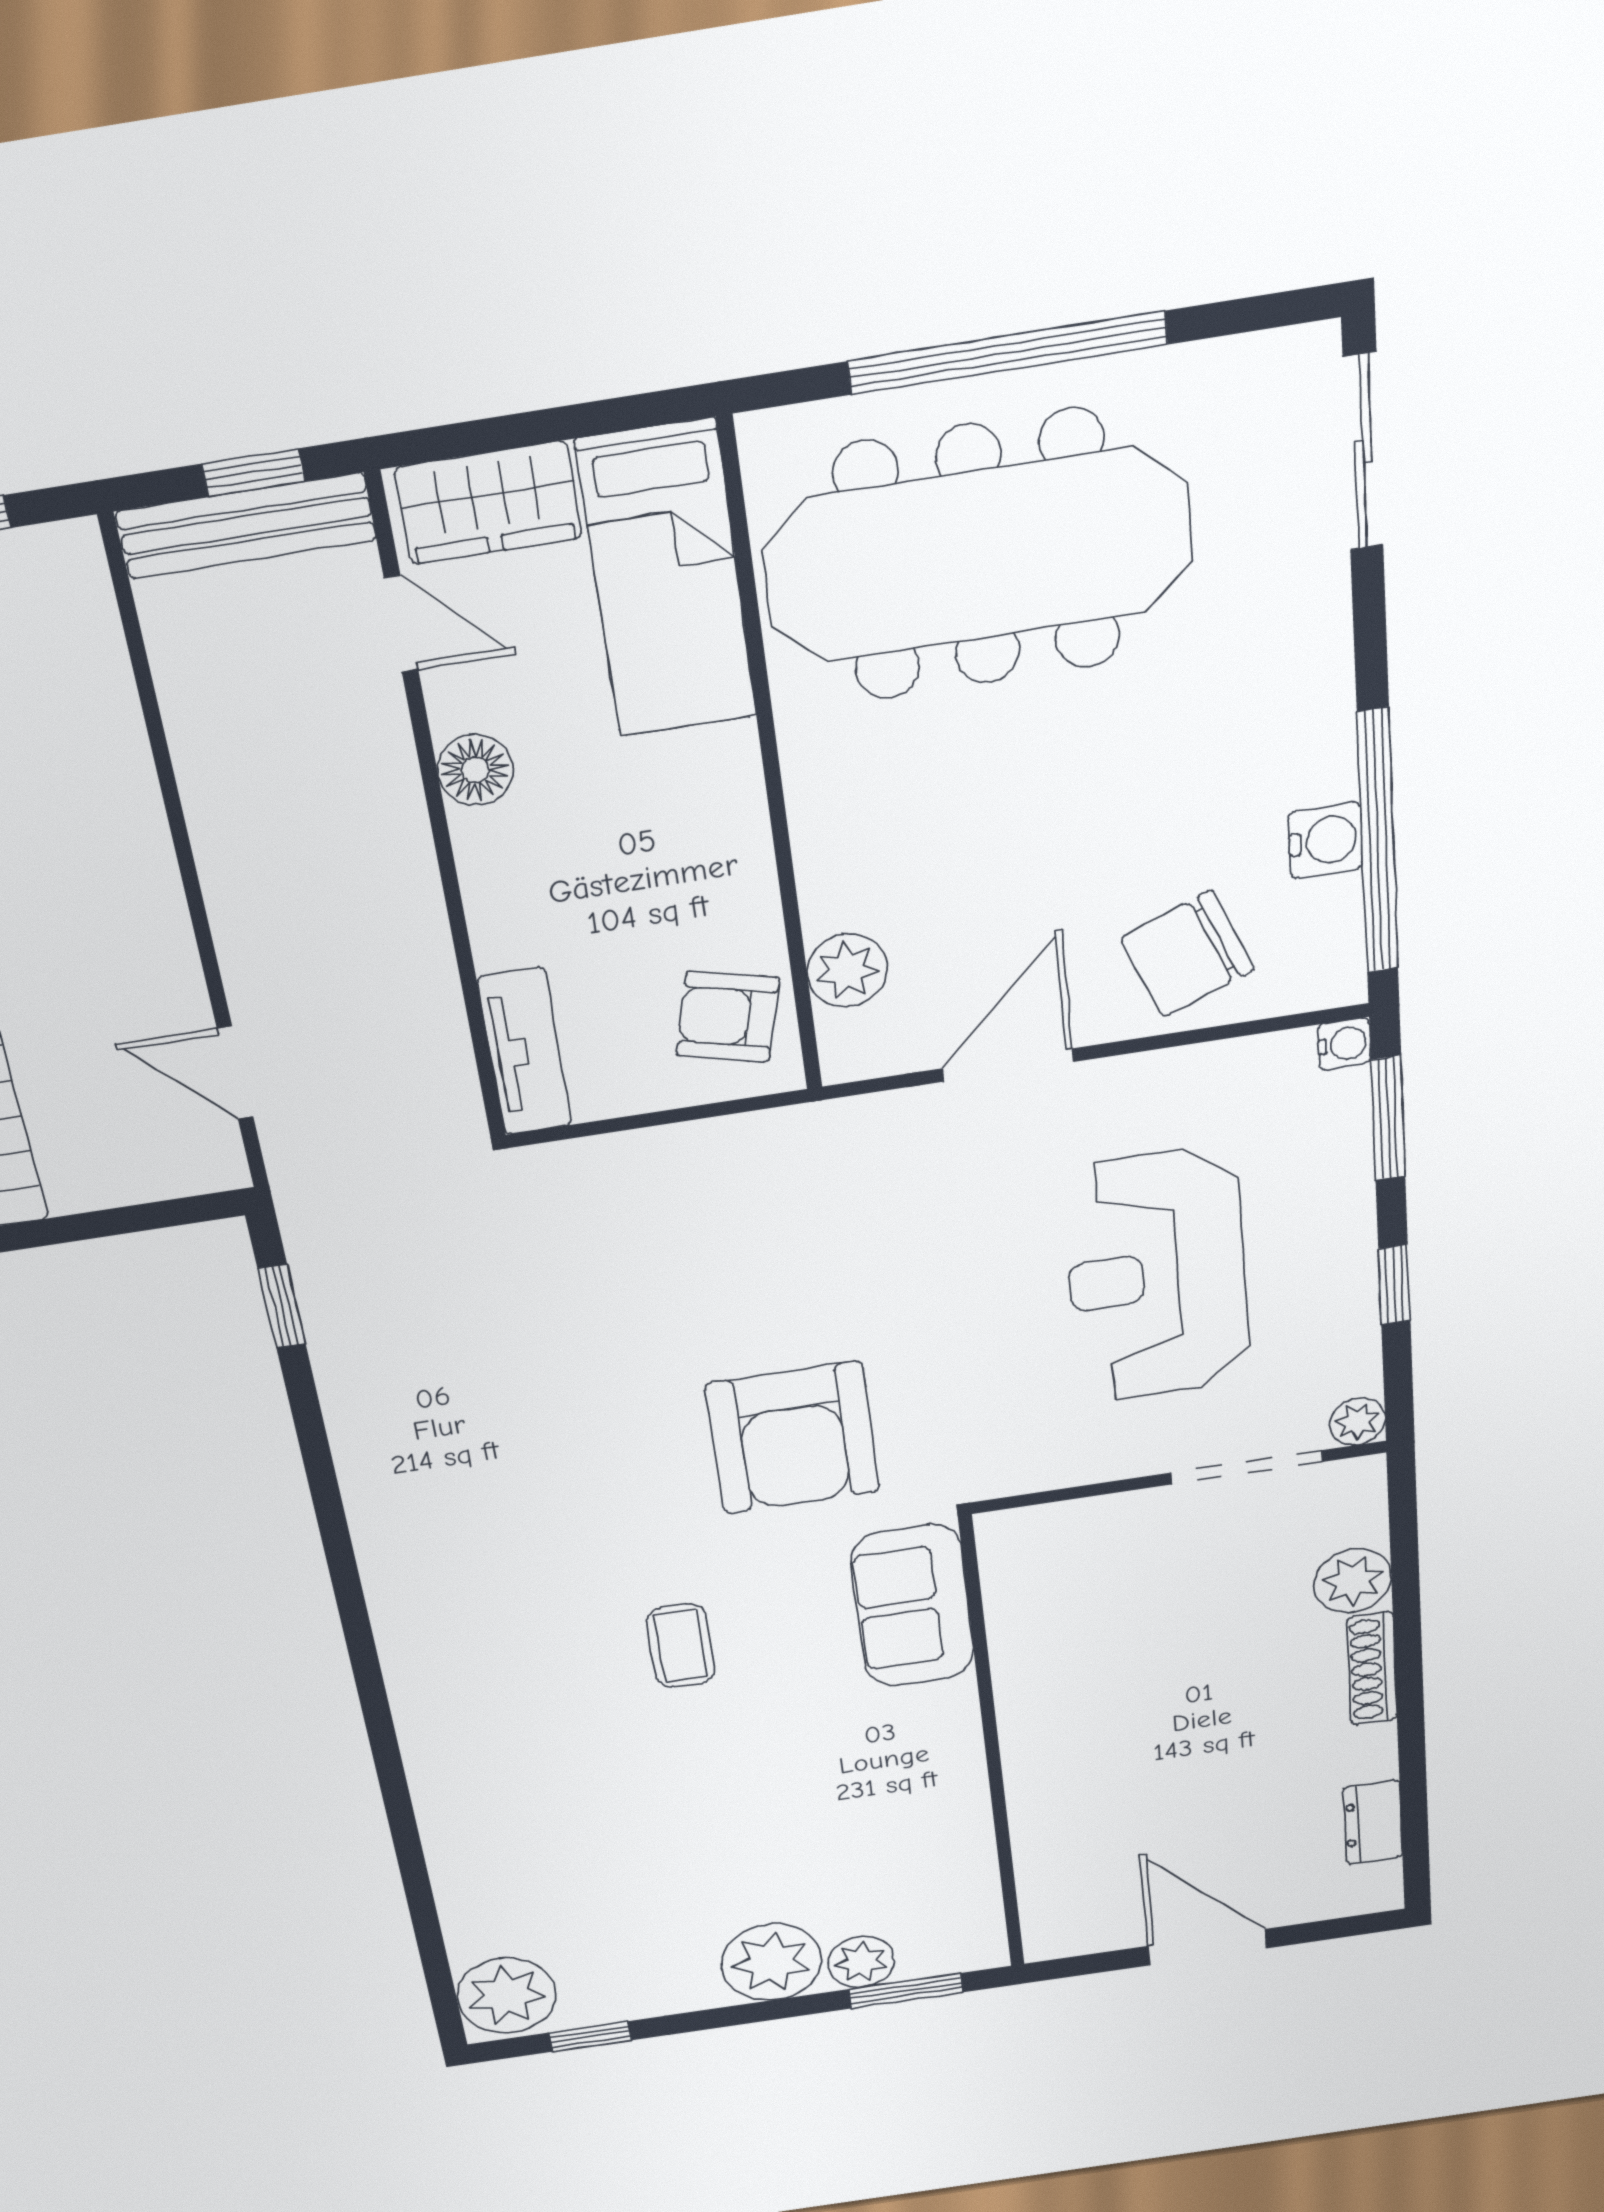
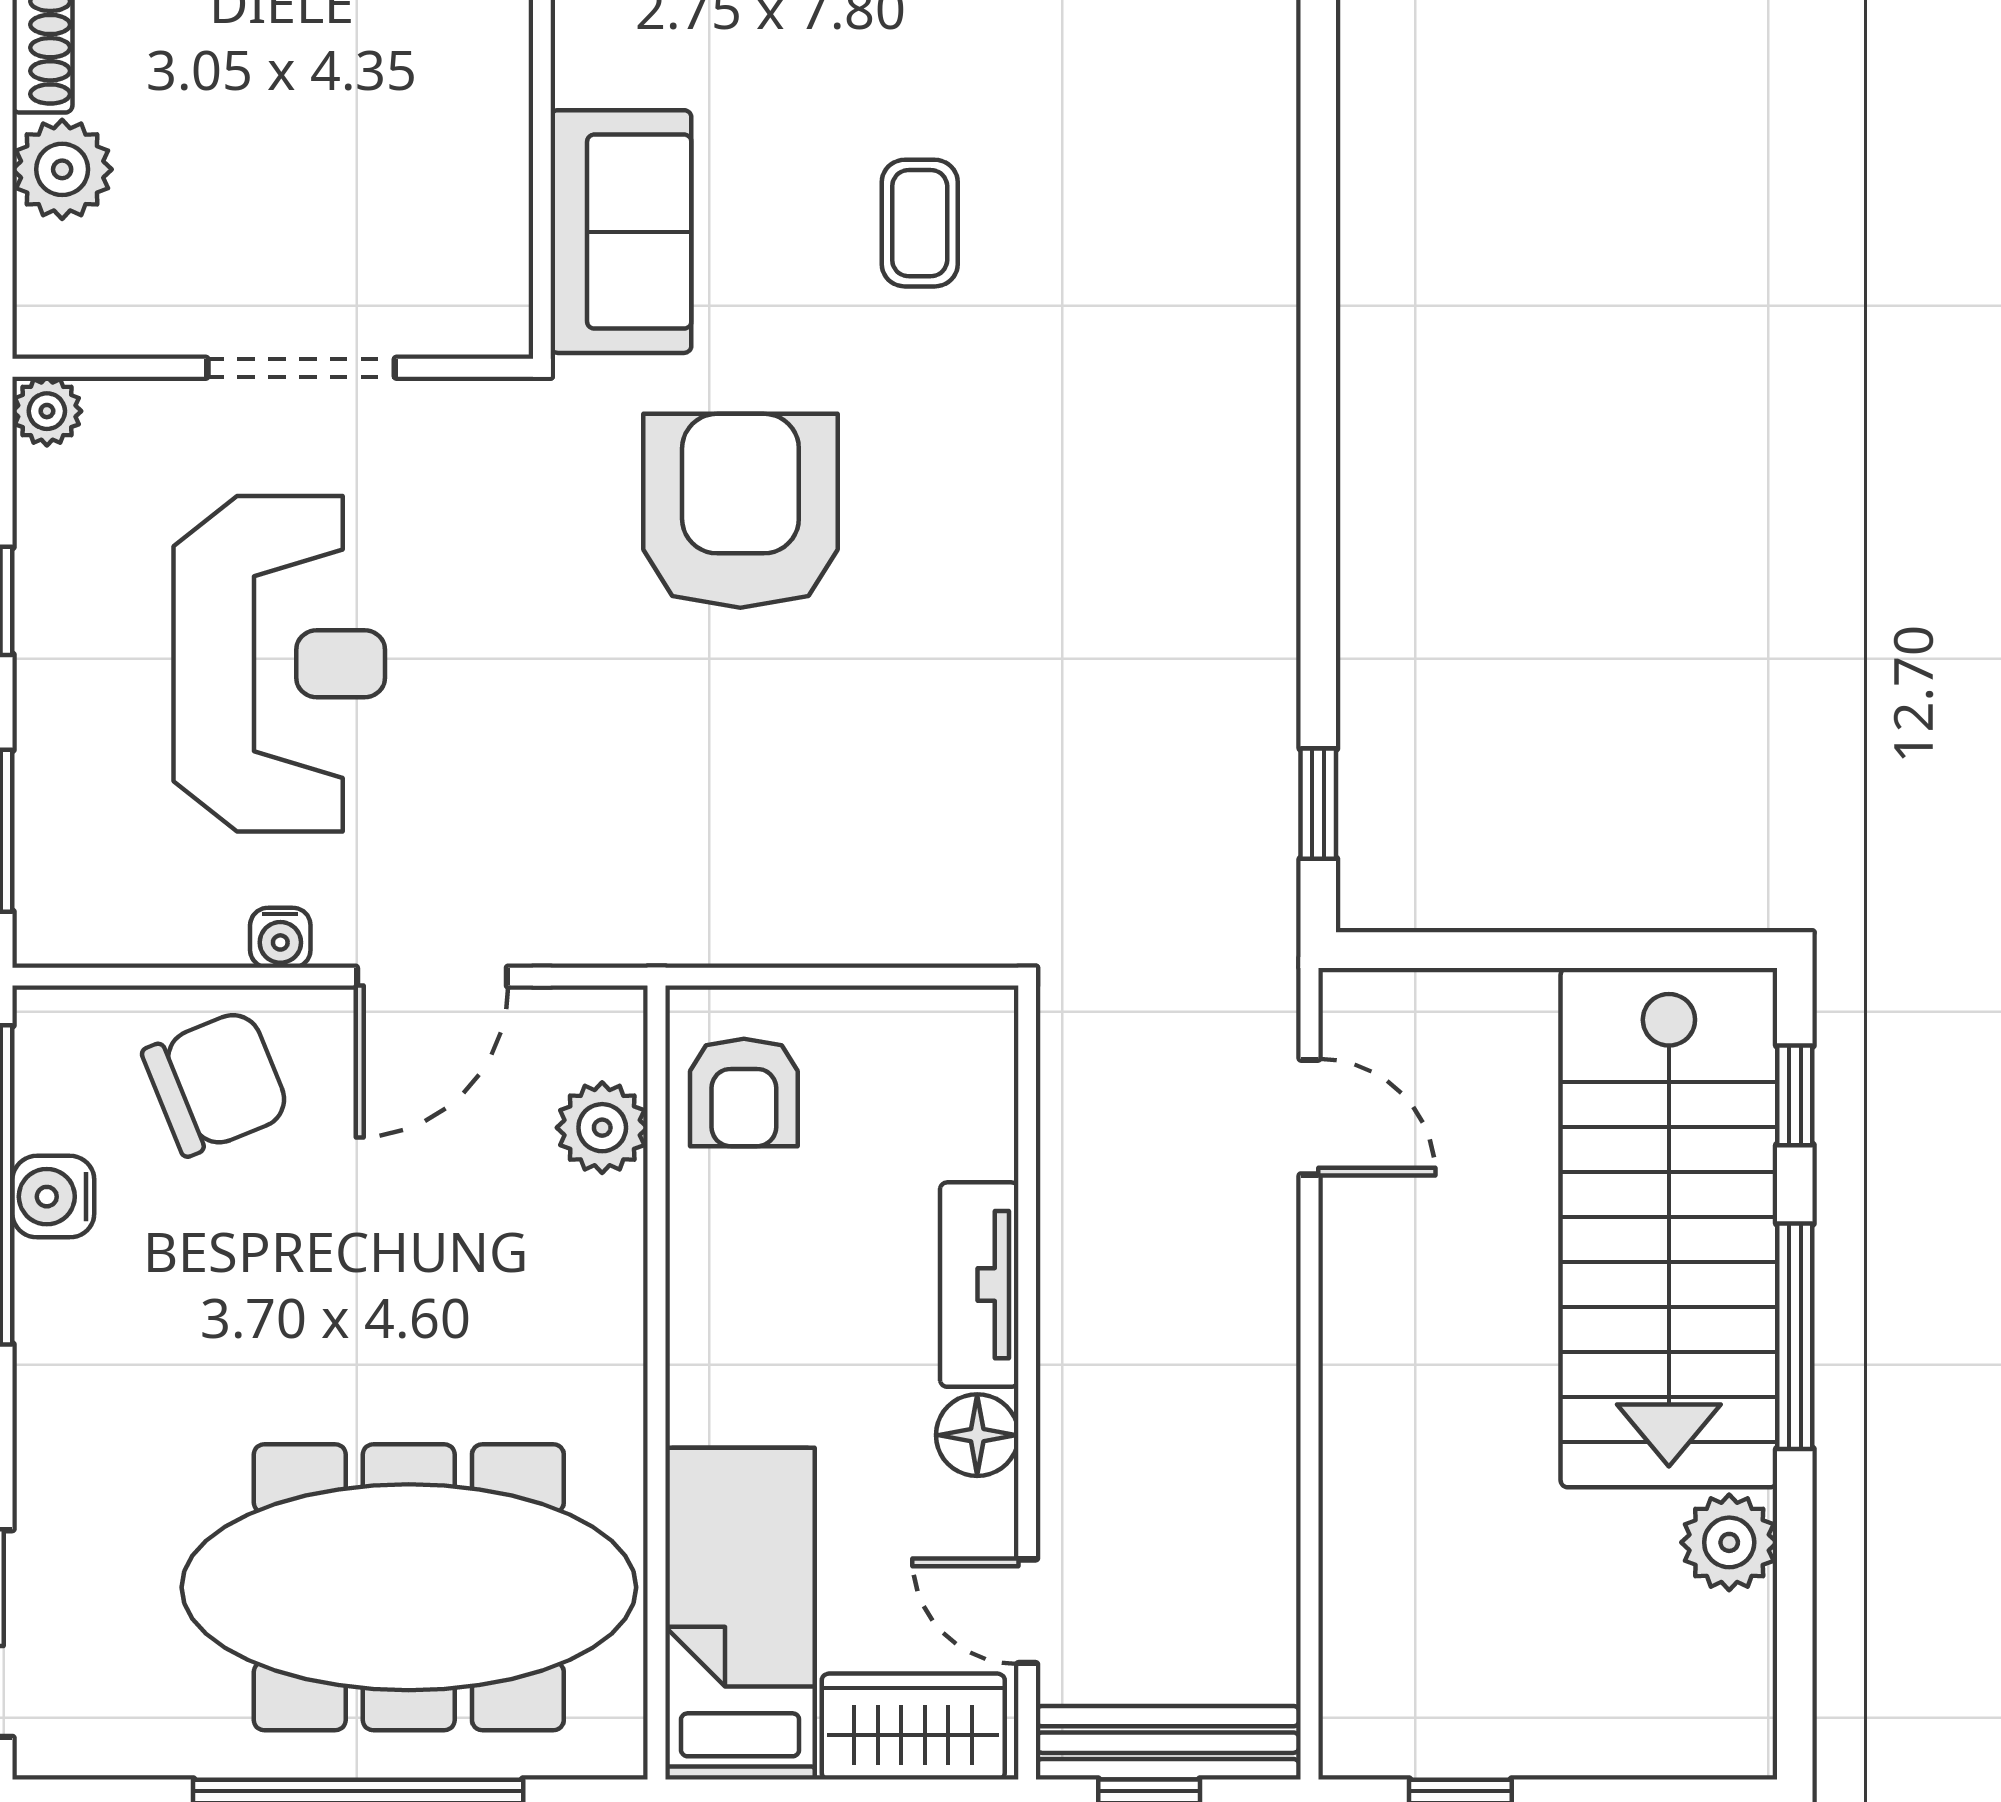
armchair: (728, 1017) -> (744, 1092), turned 76
water cooler: (1344, 1044) -> (280, 938), moved, turned -90
tv unit: (525, 1052) -> (979, 1285), moved
doorway: (1247, 1467) -> (301, 368), moved

